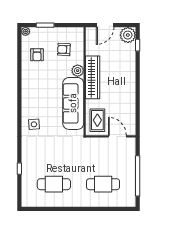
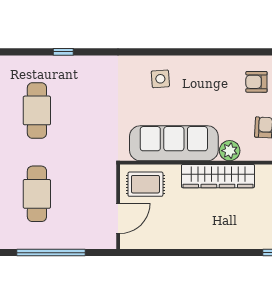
side table: (34, 124) -> (160, 79), moved

